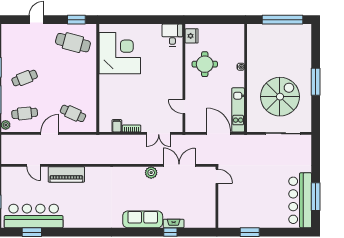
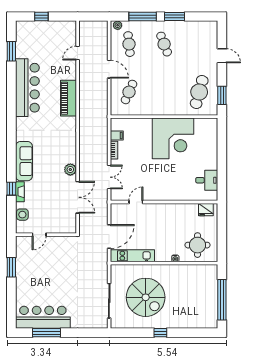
desk: (172, 35) -> (207, 180), moved
corner desk: (120, 53) -> (173, 138), moved
round table: (205, 64) -> (198, 245), moved
window: (316, 82) -> (160, 333), width x0.46
double door: (159, 133) -> (109, 177), swing flipped
piano: (66, 174) -> (69, 98), moved
door: (217, 176) -> (39, 235), moved
bar counter: (34, 216) -> (27, 88), moved
side table: (197, 221) -> (22, 215), added

